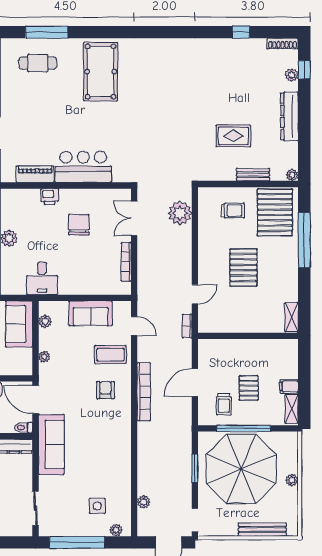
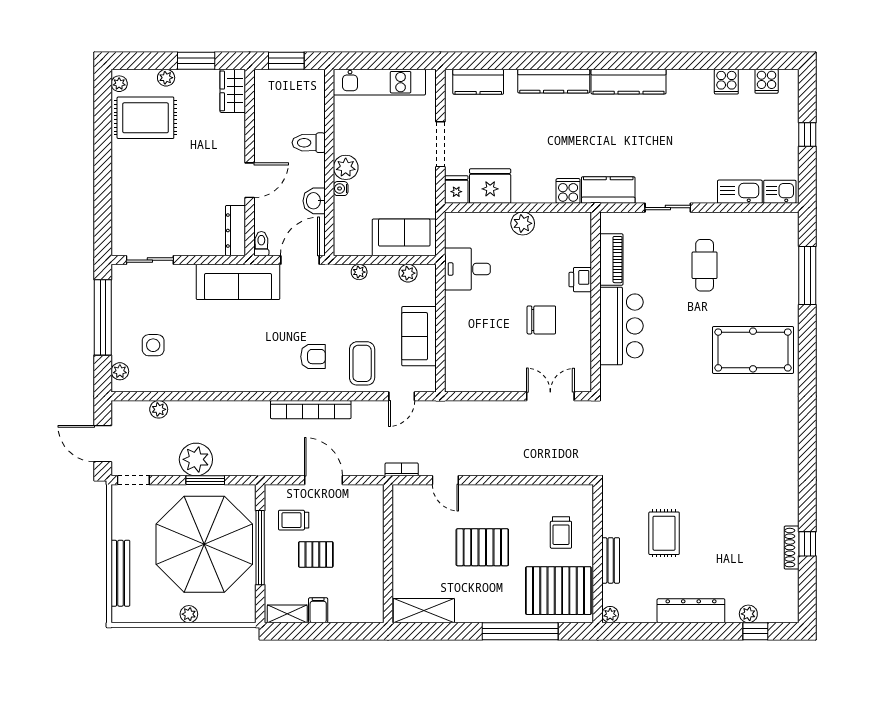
shoe rack: (283, 44) -> (792, 548), moved
cafe table: (38, 63) -> (705, 265), moved
plant: (180, 213) -> (196, 459), moved
bookcase: (126, 262) -> (490, 385), removed
shelving: (292, 317) -> (424, 611), width x1.50, depth x1.33

